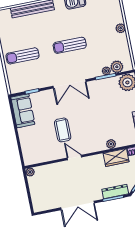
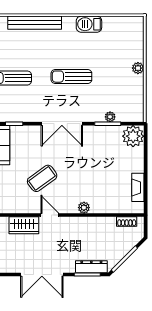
plant: (117, 67) -> (124, 114), removed
coffee table: (63, 130) -> (42, 178), turned 54
plant: (111, 144) -> (84, 208), moved
wardrobe: (116, 158) -> (24, 225), moved

